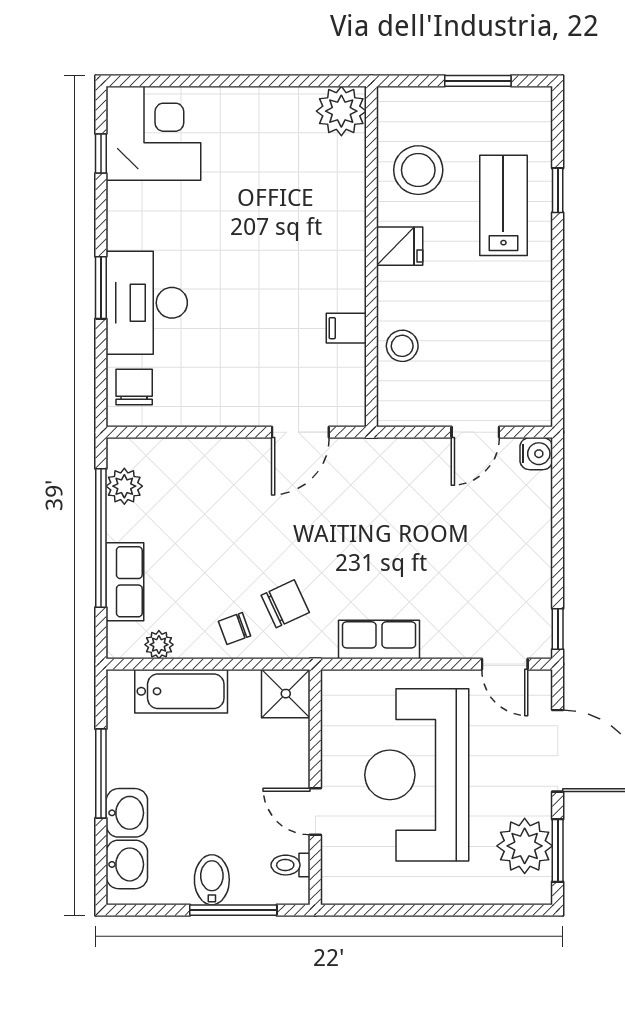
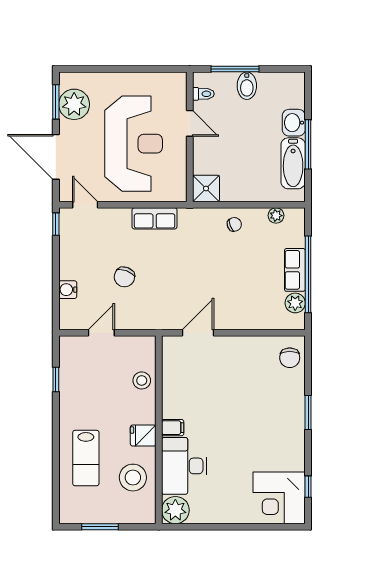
window: (558, 190) -> (56, 380), moved
desk: (147, 303) -> (184, 466), moved, turned 180
filing cabinet: (346, 328) -> (173, 428), moved
water cooler: (536, 454) -> (68, 290), moved
row of seats: (125, 582) -> (295, 270), moved
chair: (285, 604) -> (124, 277), moved, turned -44
bathtub: (181, 691) -> (293, 163), moved, turned -90
washbasin: (127, 864) -> (294, 94), removed

